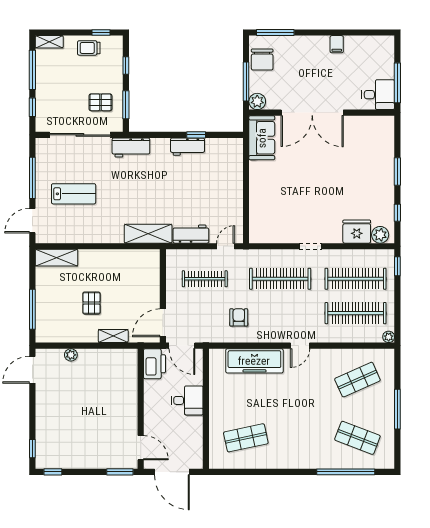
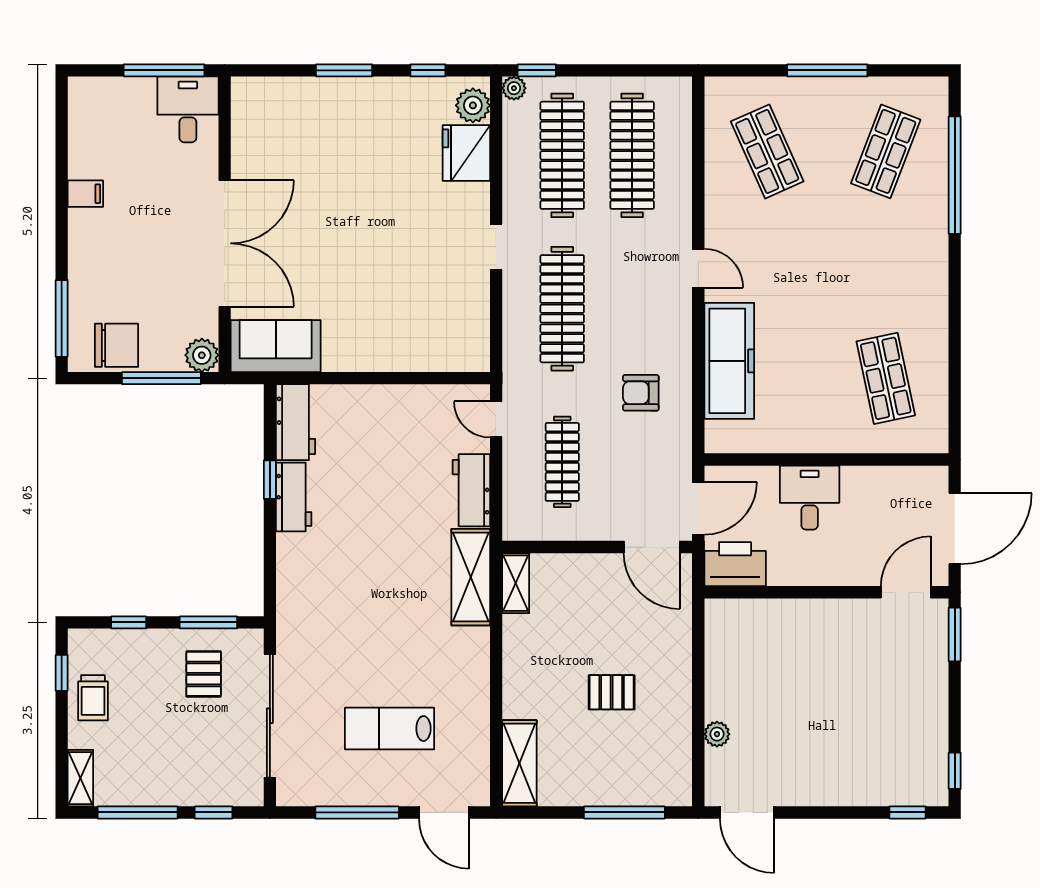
workbench: (131, 148) -> (296, 422), moved
lab bench: (74, 194) -> (390, 729), turned -90
shelving: (113, 336) -> (516, 583), moved
plant: (389, 337) -> (514, 88), moved

